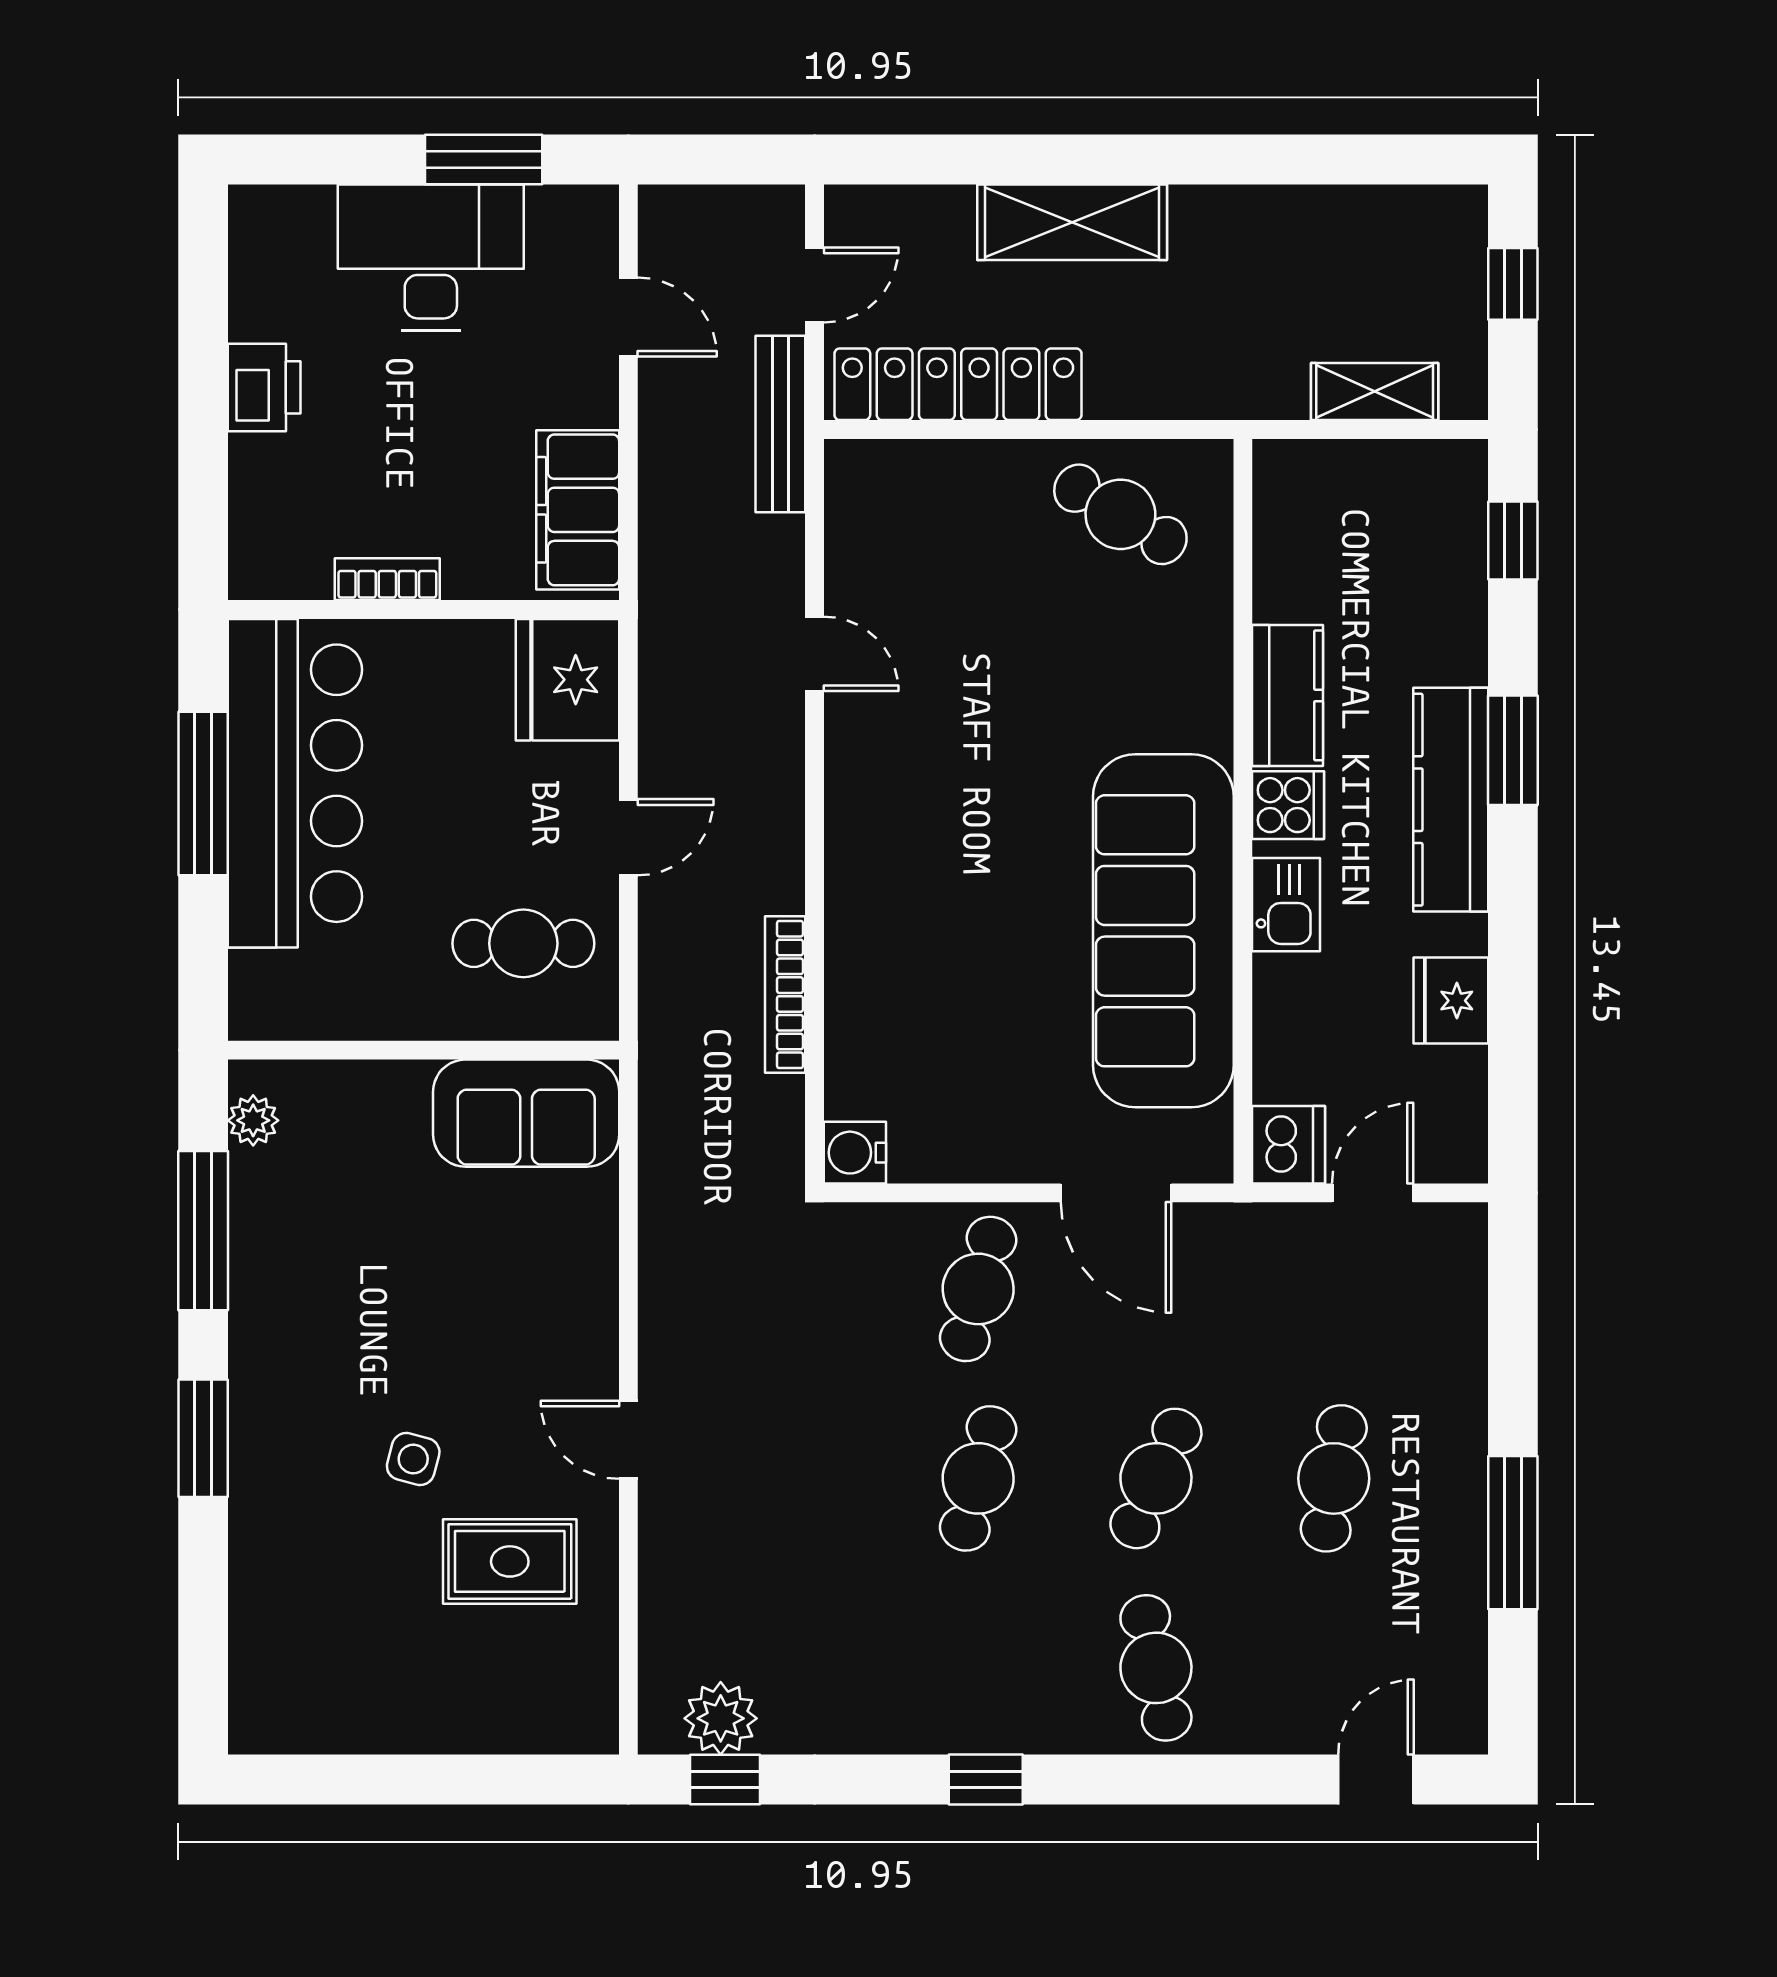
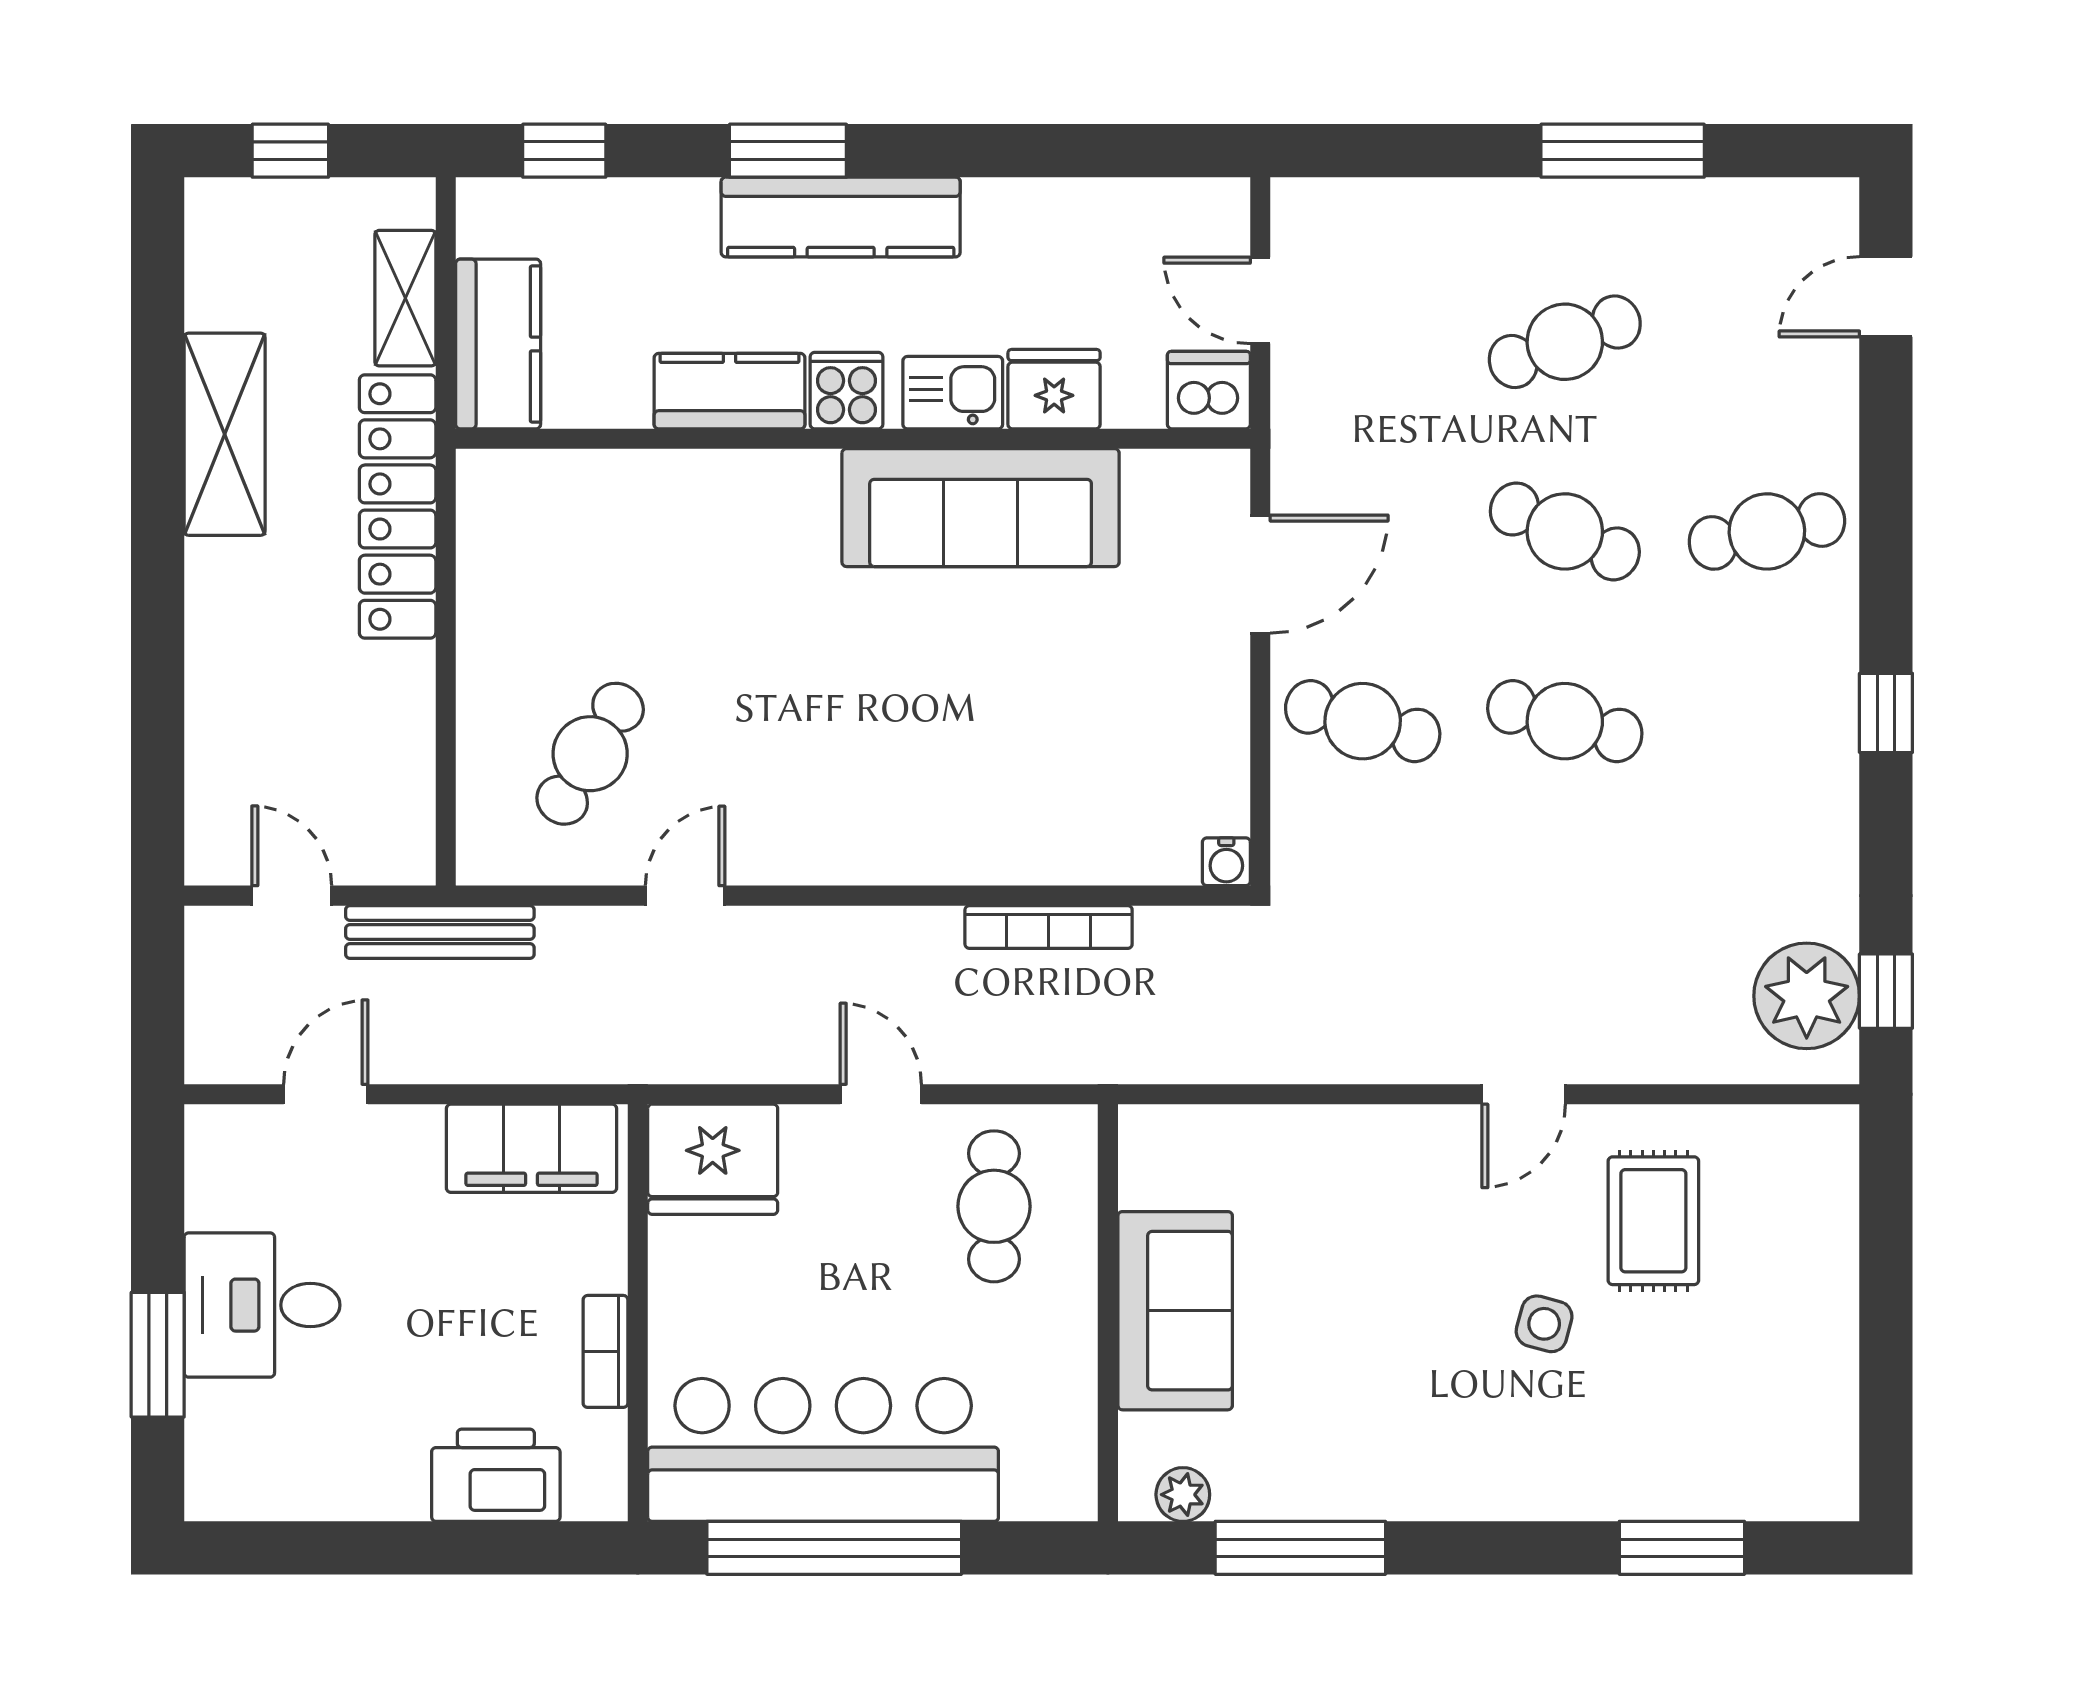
window: (484, 159) -> (158, 1355), moved
shelving: (1072, 222) -> (225, 434), moved
desk: (431, 257) -> (262, 1305), width x0.73
locker: (958, 384) -> (398, 506), moved
printer: (264, 387) -> (496, 1475), moved, width x1.37, depth x1.19
kitchen counter: (1332, 479) -> (498, 344), added
cafe table: (1120, 514) -> (590, 754), moved
window: (203, 794) -> (834, 1548), width x1.46
sofa: (1163, 931) -> (981, 508), width x0.74, depth x0.79
fridge: (1451, 1001) -> (1054, 389), moved, turned 180
sofa: (526, 1113) -> (1175, 1311), moved
water cooler: (855, 1153) -> (1226, 862), width x0.72, depth x0.72
window: (203, 1438) -> (1682, 1548), moved
cafe table: (1334, 1478) -> (1565, 342), turned -30
plant: (721, 1718) -> (1807, 996), width x1.36, depth x1.36
door: (1376, 1779) -> (1886, 297), hinge flipped

